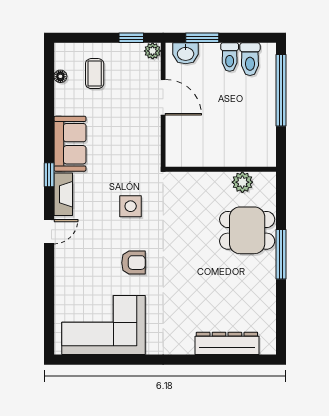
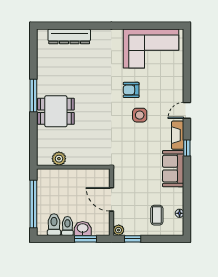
washbasin: (186, 53) -> (83, 229), moved
wall: (221, 169) -> (73, 167), moved
plant: (242, 182) -> (59, 159), moved
side table: (131, 206) -> (140, 115), moved

